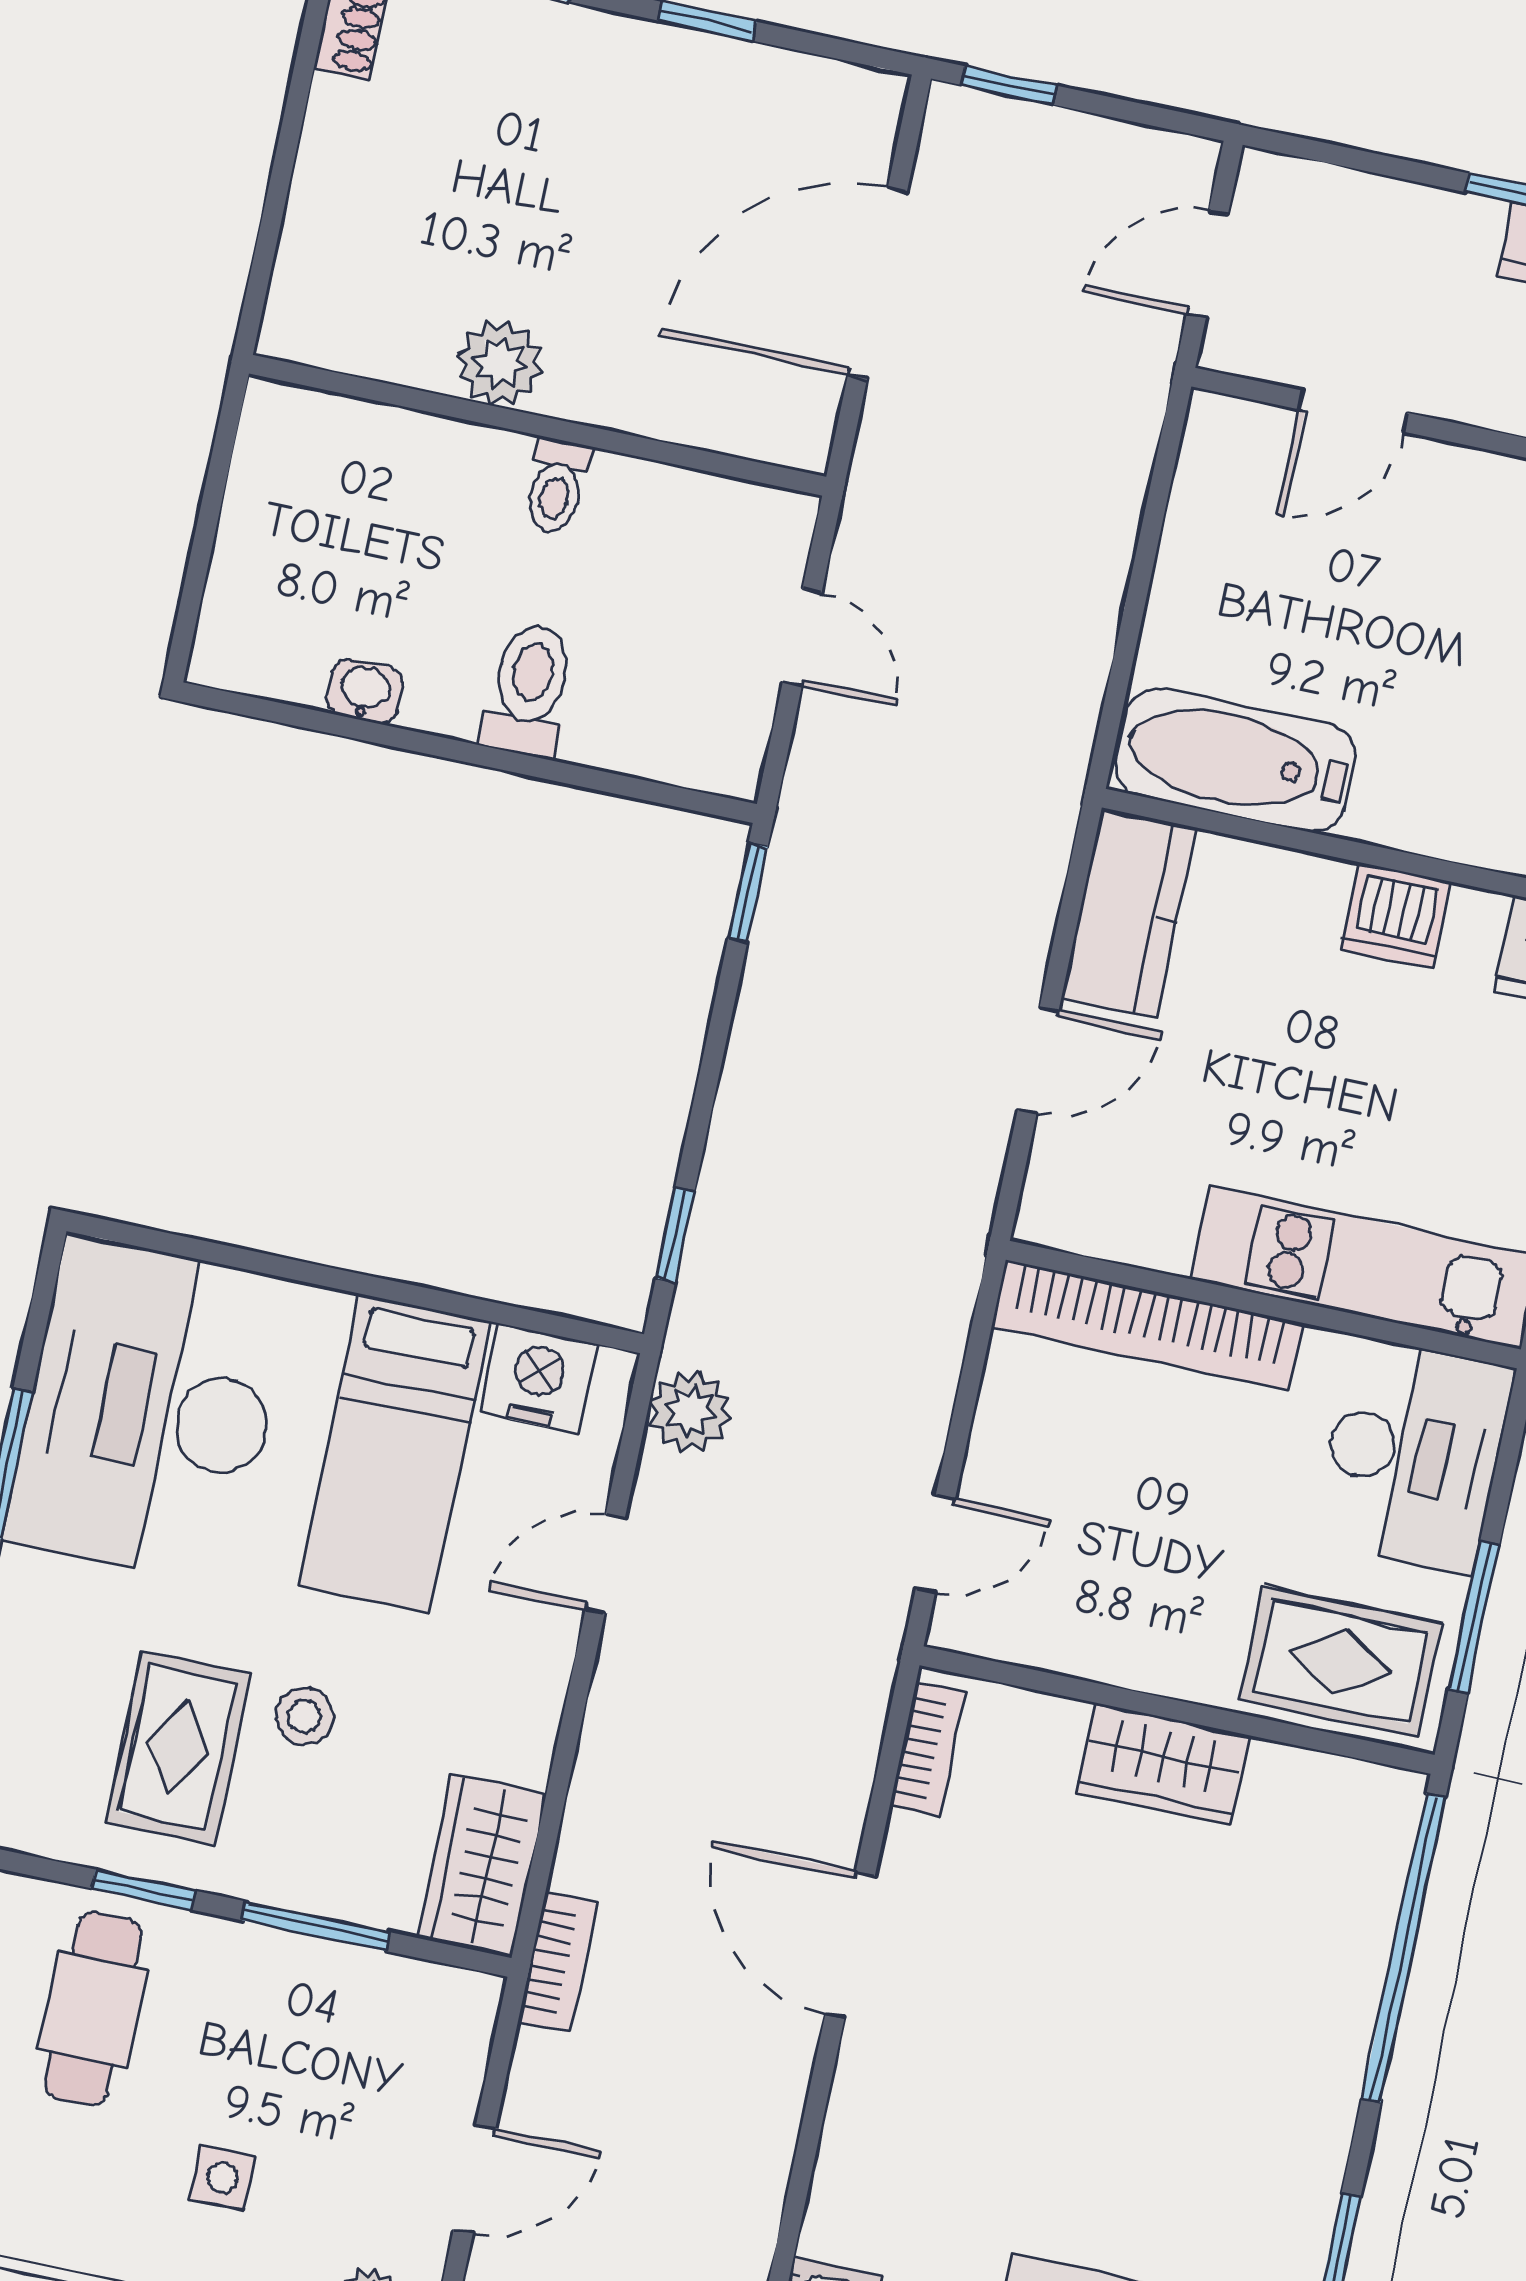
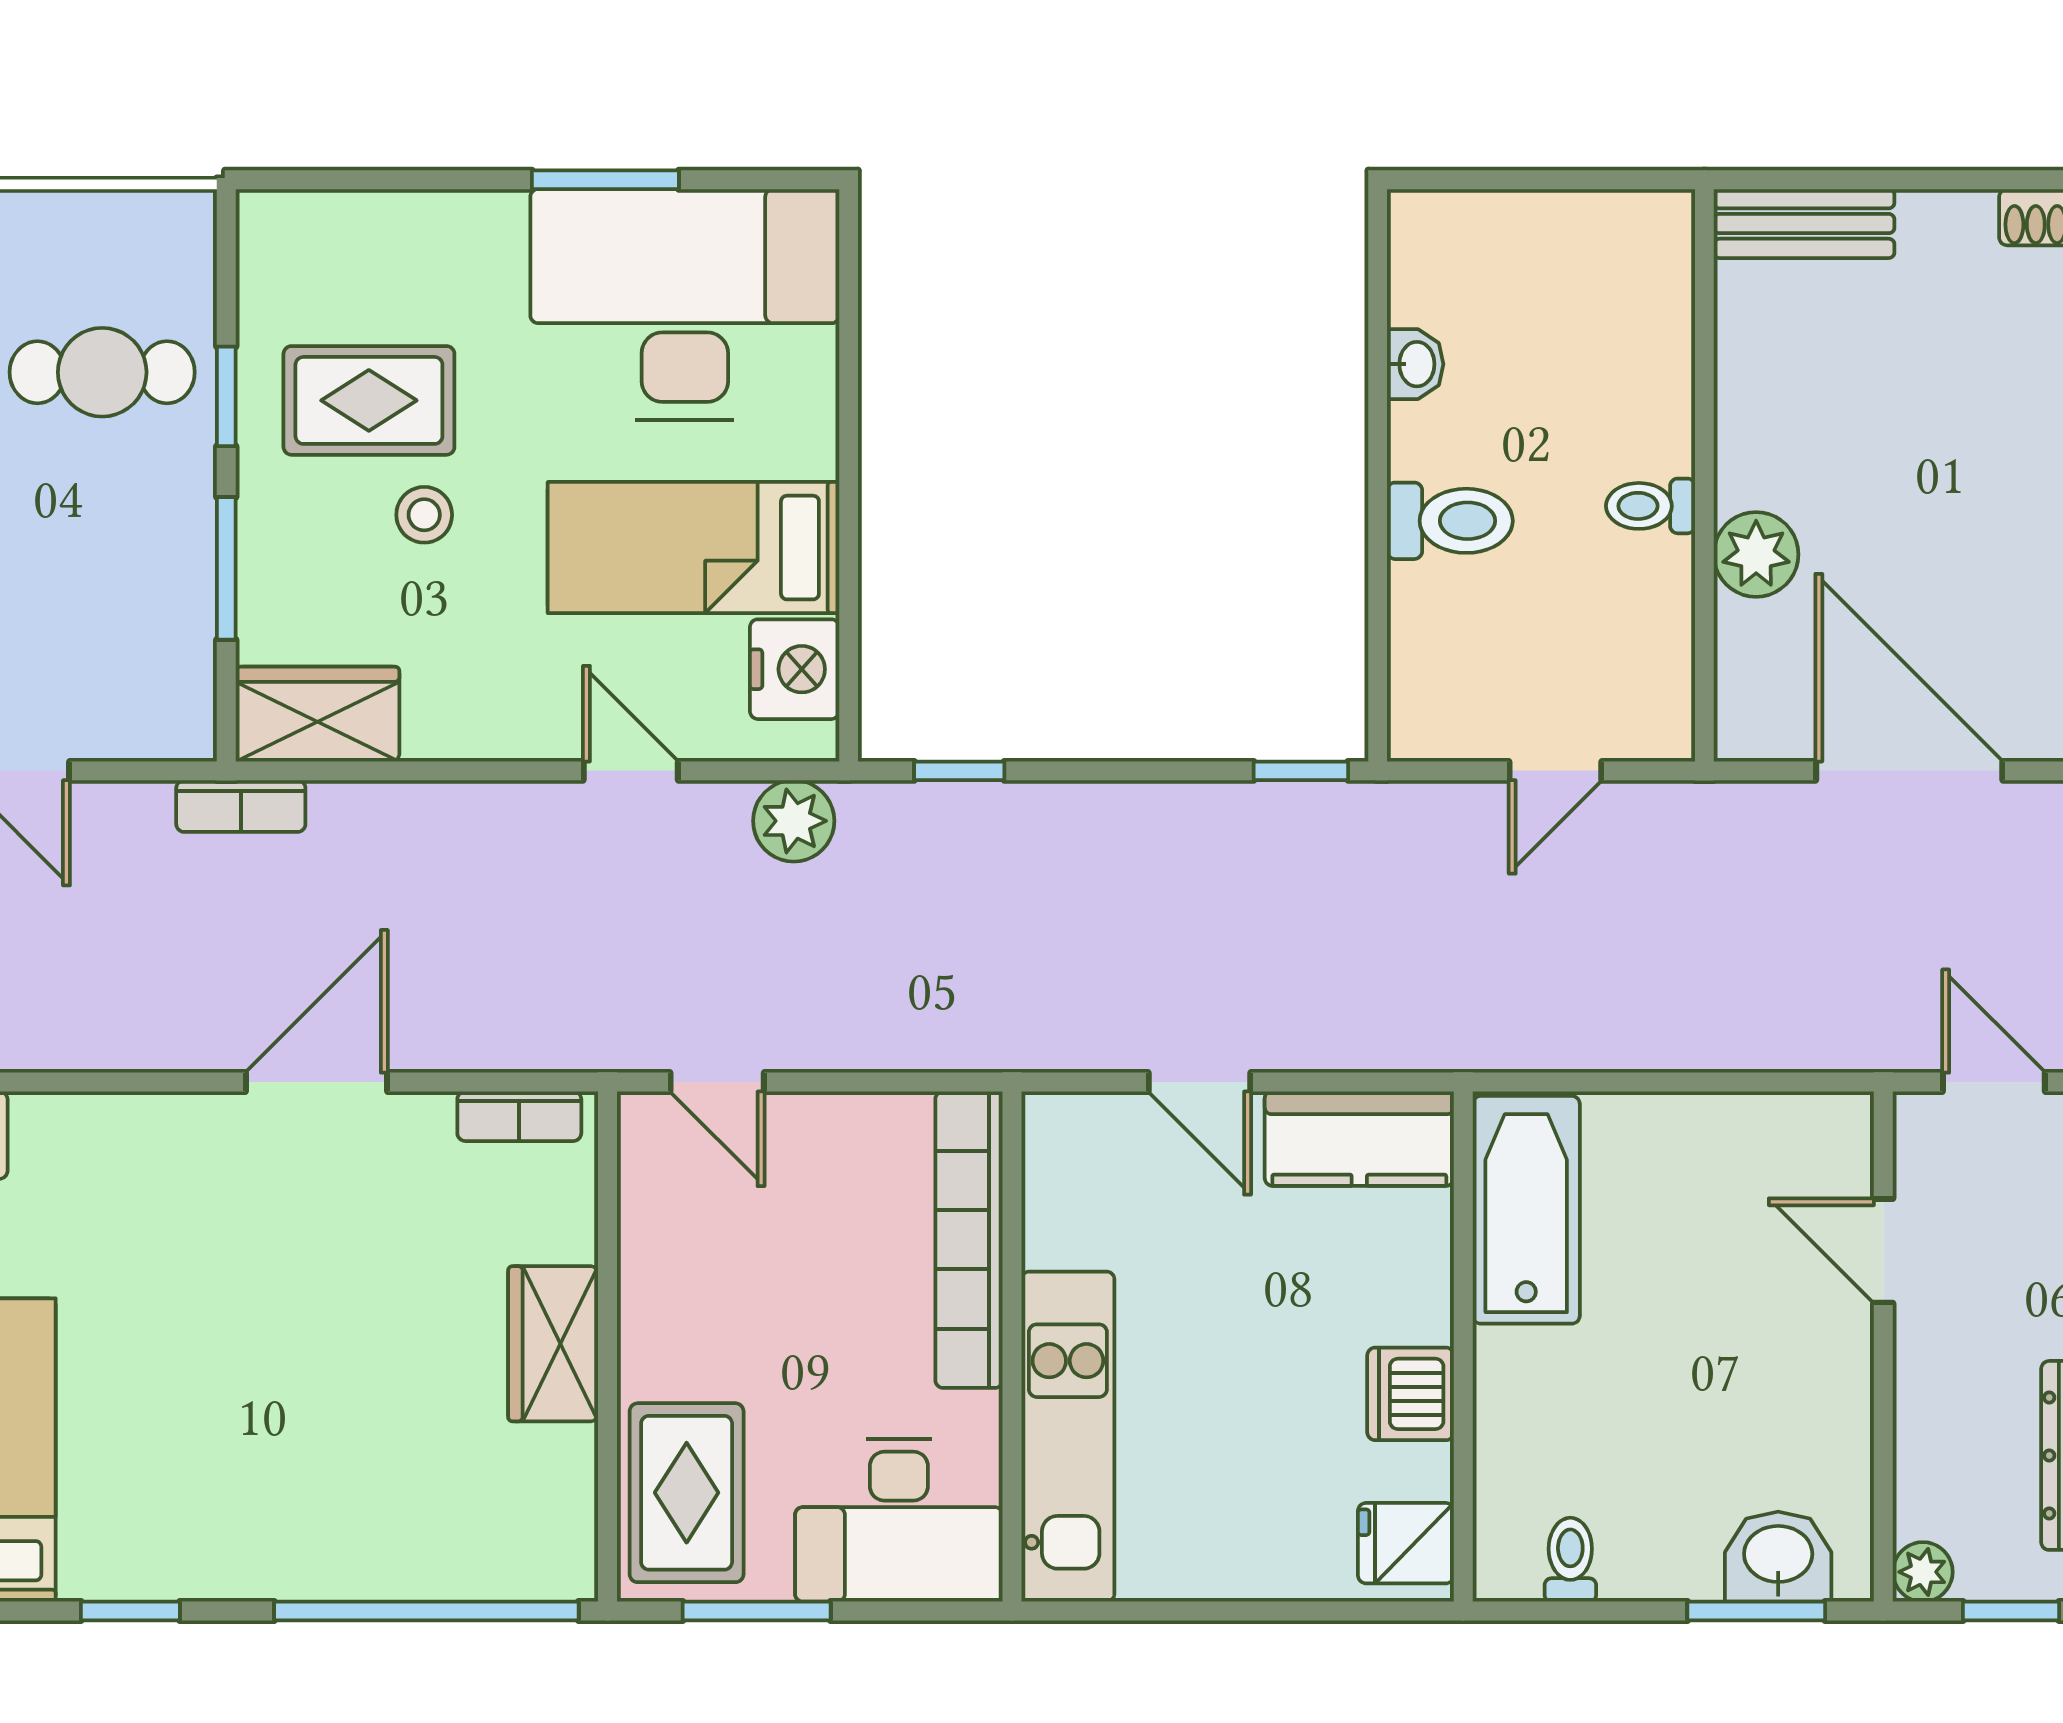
bench: (307, 272) -> (1804, 224), added
plant: (500, 363) -> (1756, 554), moved

